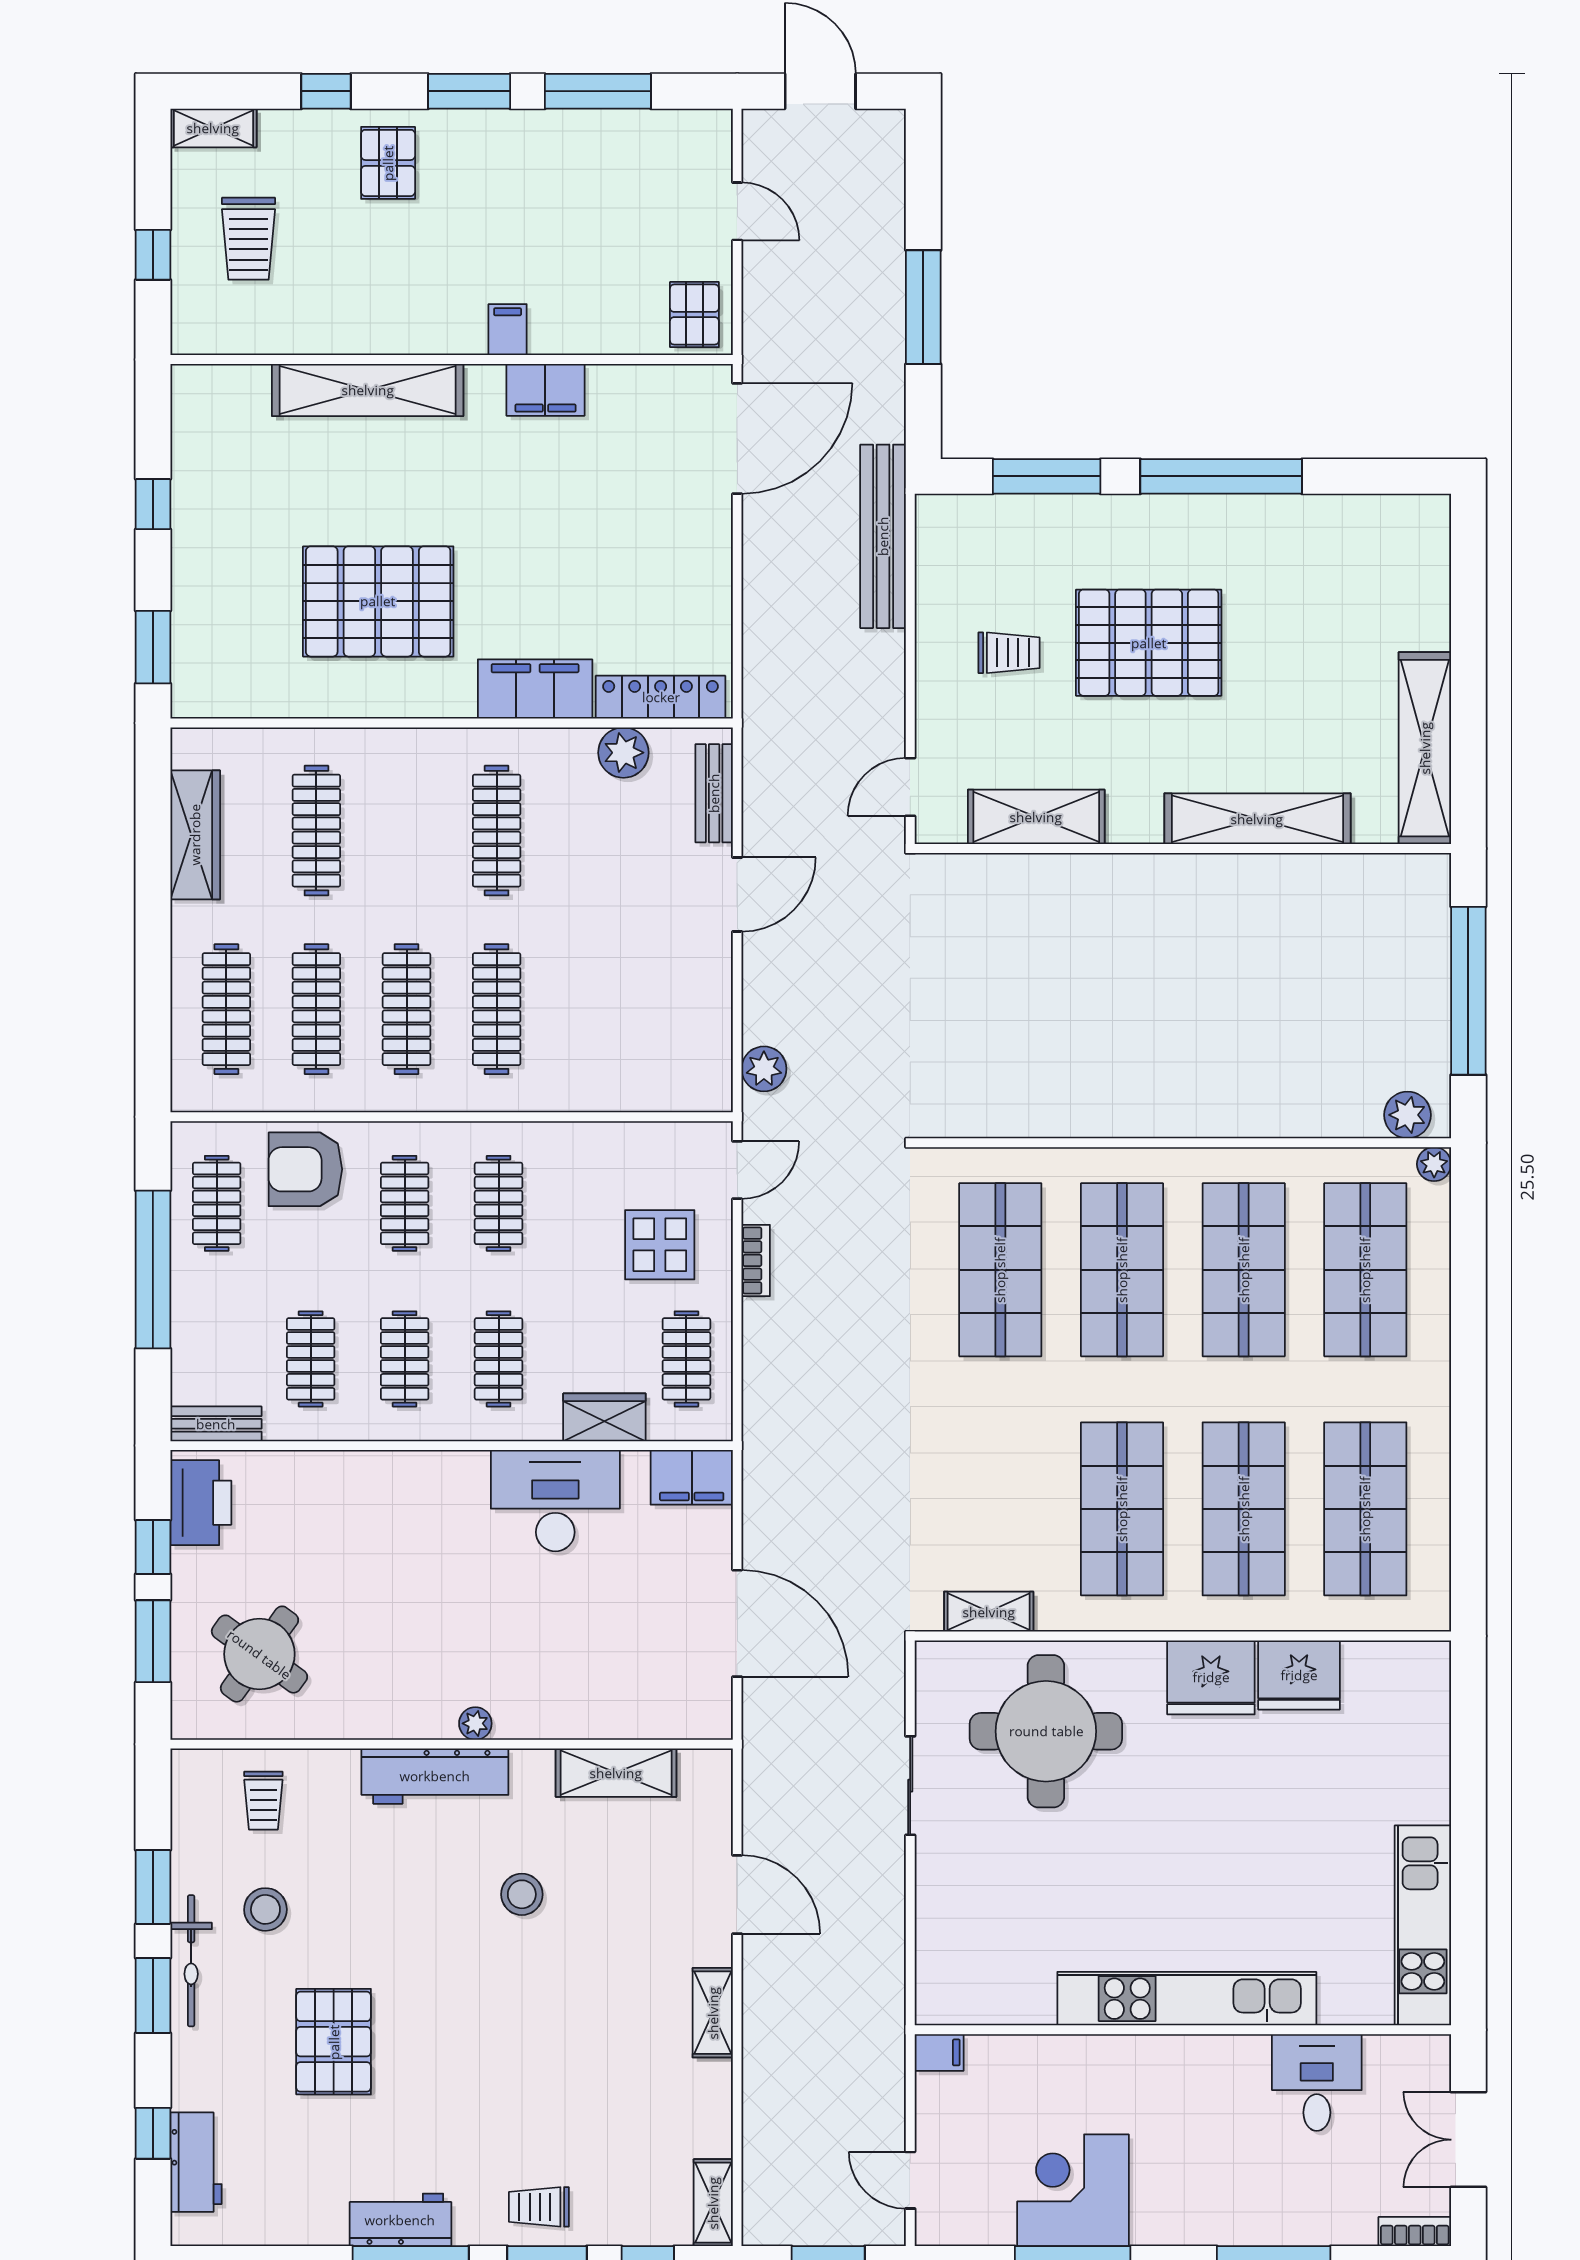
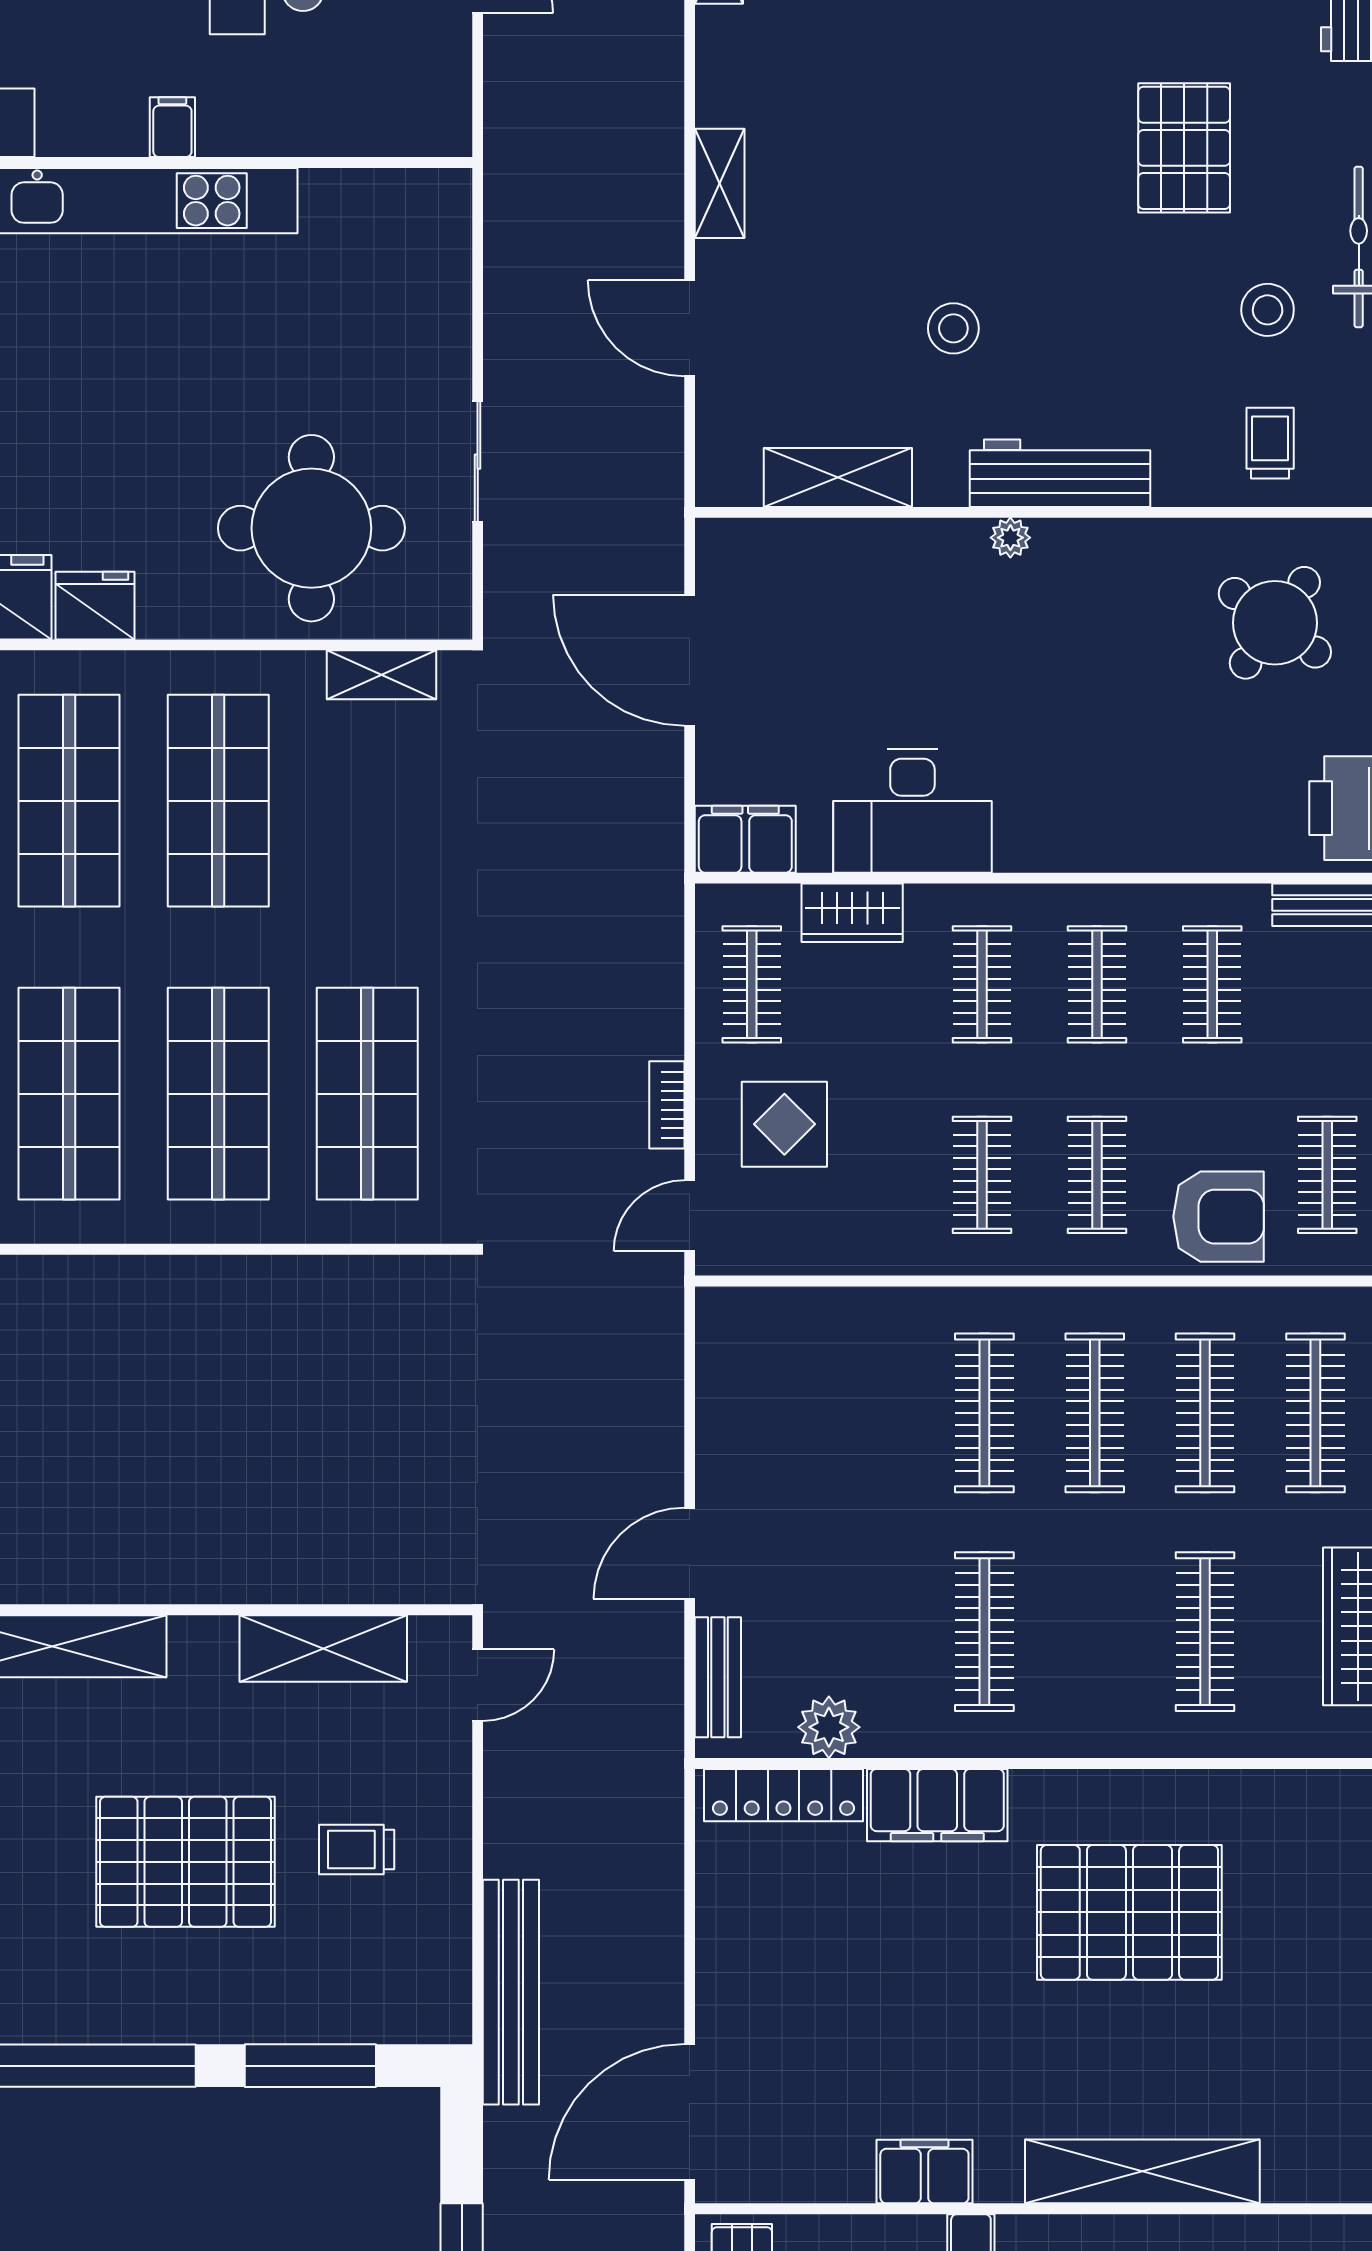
plant: (764, 1069) -> (657, 1340), removed
fridge: (1211, 1677) -> (95, 606), width x0.73, depth x0.75
filing cabinet: (939, 2052) -> (172, 127), moved, turned 90

